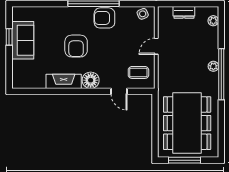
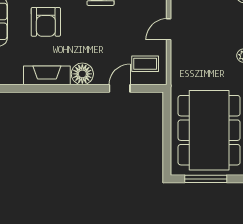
armchair: (76, 46) -> (46, 22), moved
door: (119, 91) -> (120, 88), swing flipped

